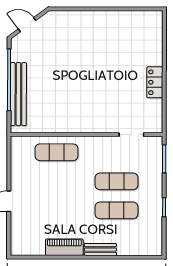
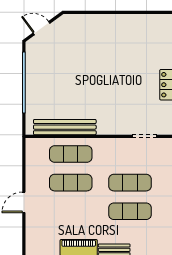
bench: (18, 94) -> (65, 127), moved, turned 90
exercise mat: (56, 181) -> (71, 183), added

